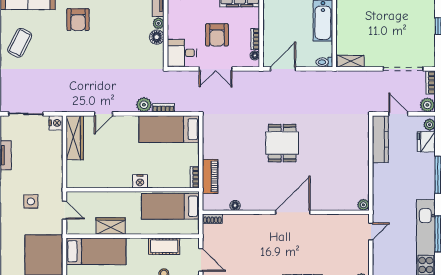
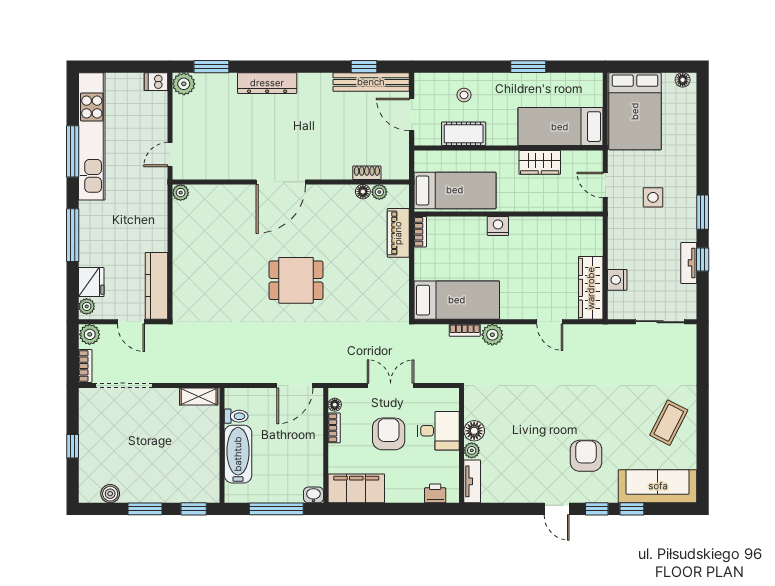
desk: (182, 53) -> (438, 431), moved
toilet: (324, 62) -> (236, 416), moved
door: (103, 114) -> (550, 322), swing flipped
nightstand: (56, 123) -> (617, 280), moved
dining table: (282, 143) -> (296, 280), turned 90
plant: (223, 205) -> (379, 192), added
shoe rack: (212, 219) -> (367, 173), moved

